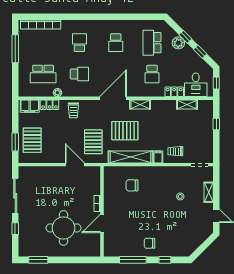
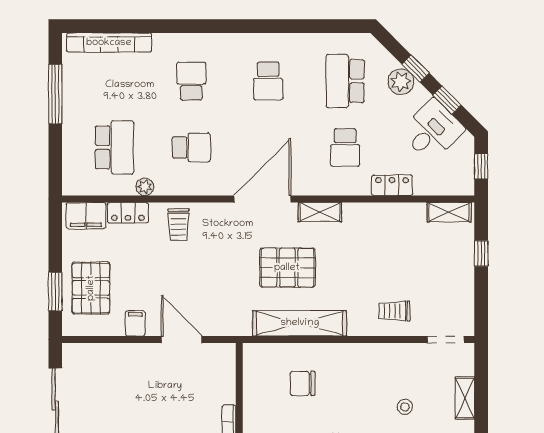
school desk: (43, 74) -> (114, 147), turned -90
desk: (196, 85) -> (432, 131), moved, turned -135
shelving: (187, 105) -> (449, 212), moved
pallet: (93, 142) -> (220, 291), removed
filing cabinet: (158, 157) -> (135, 323), moved

